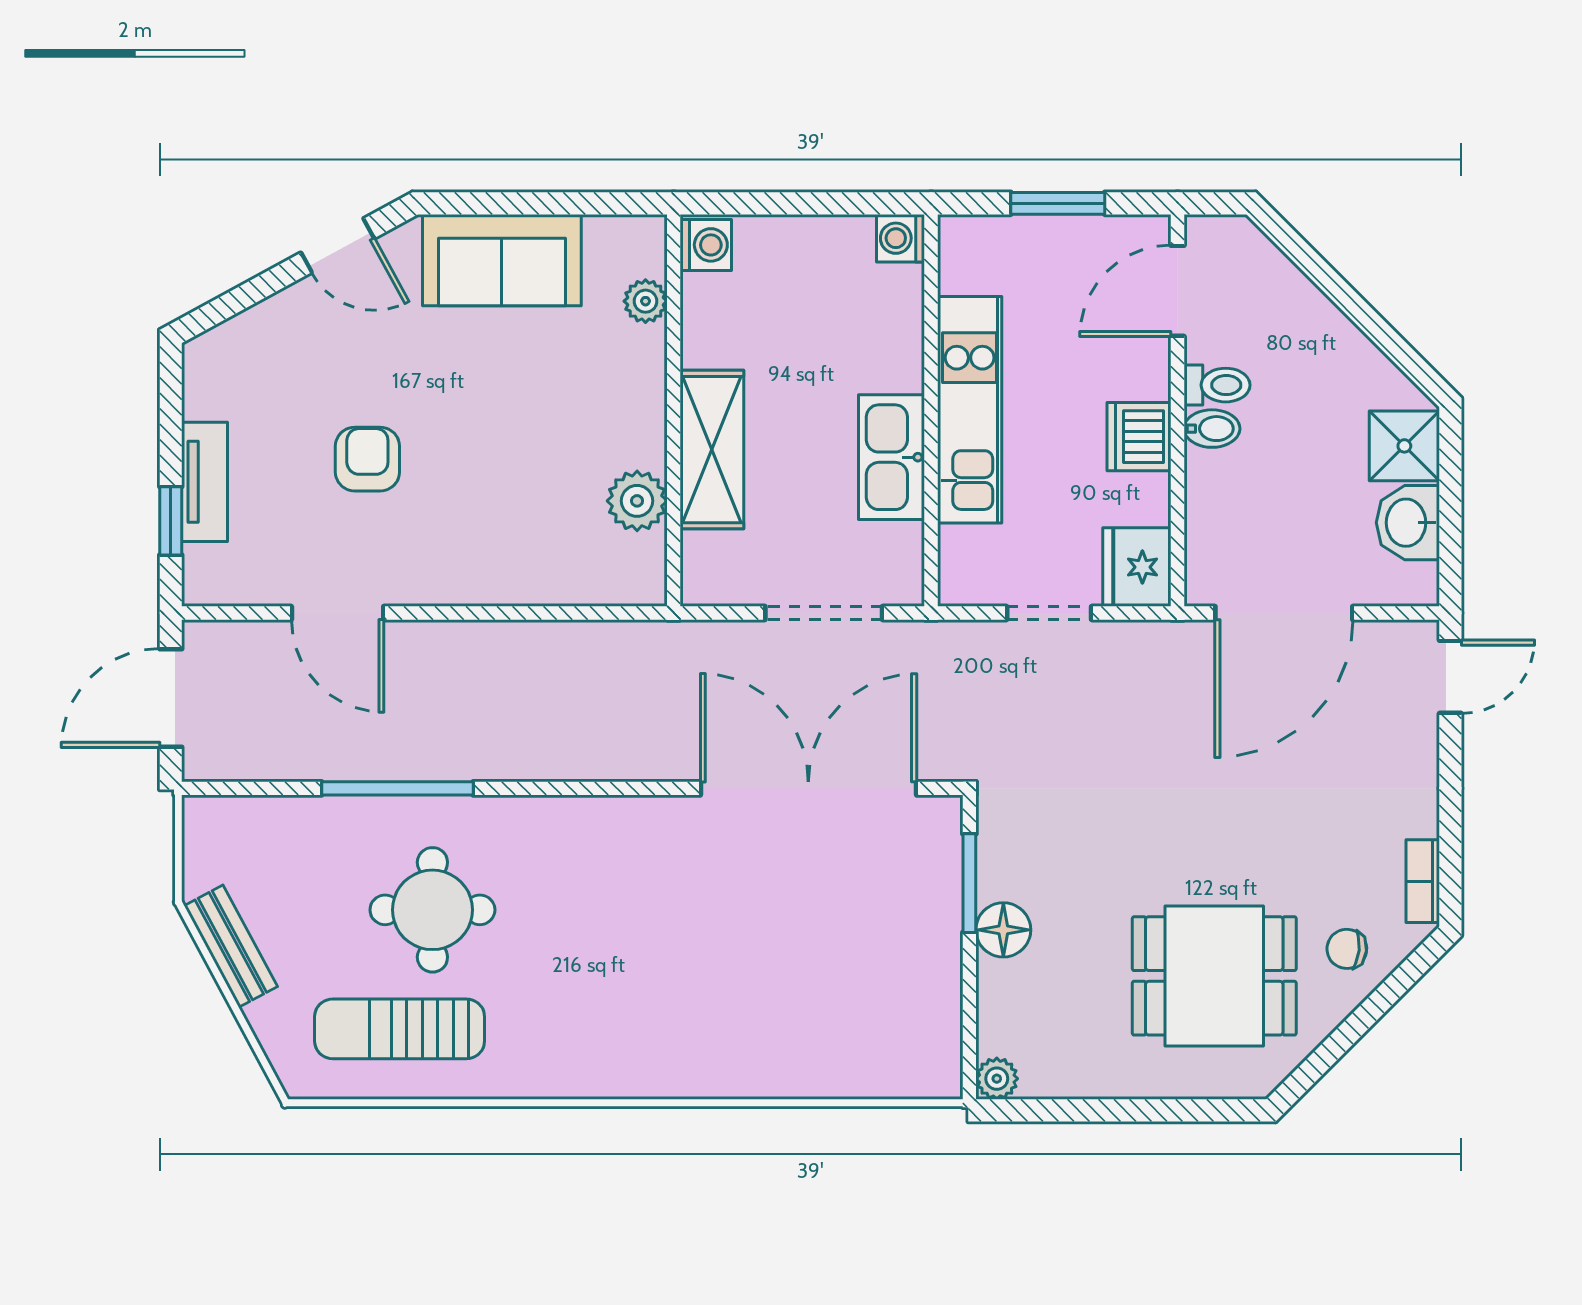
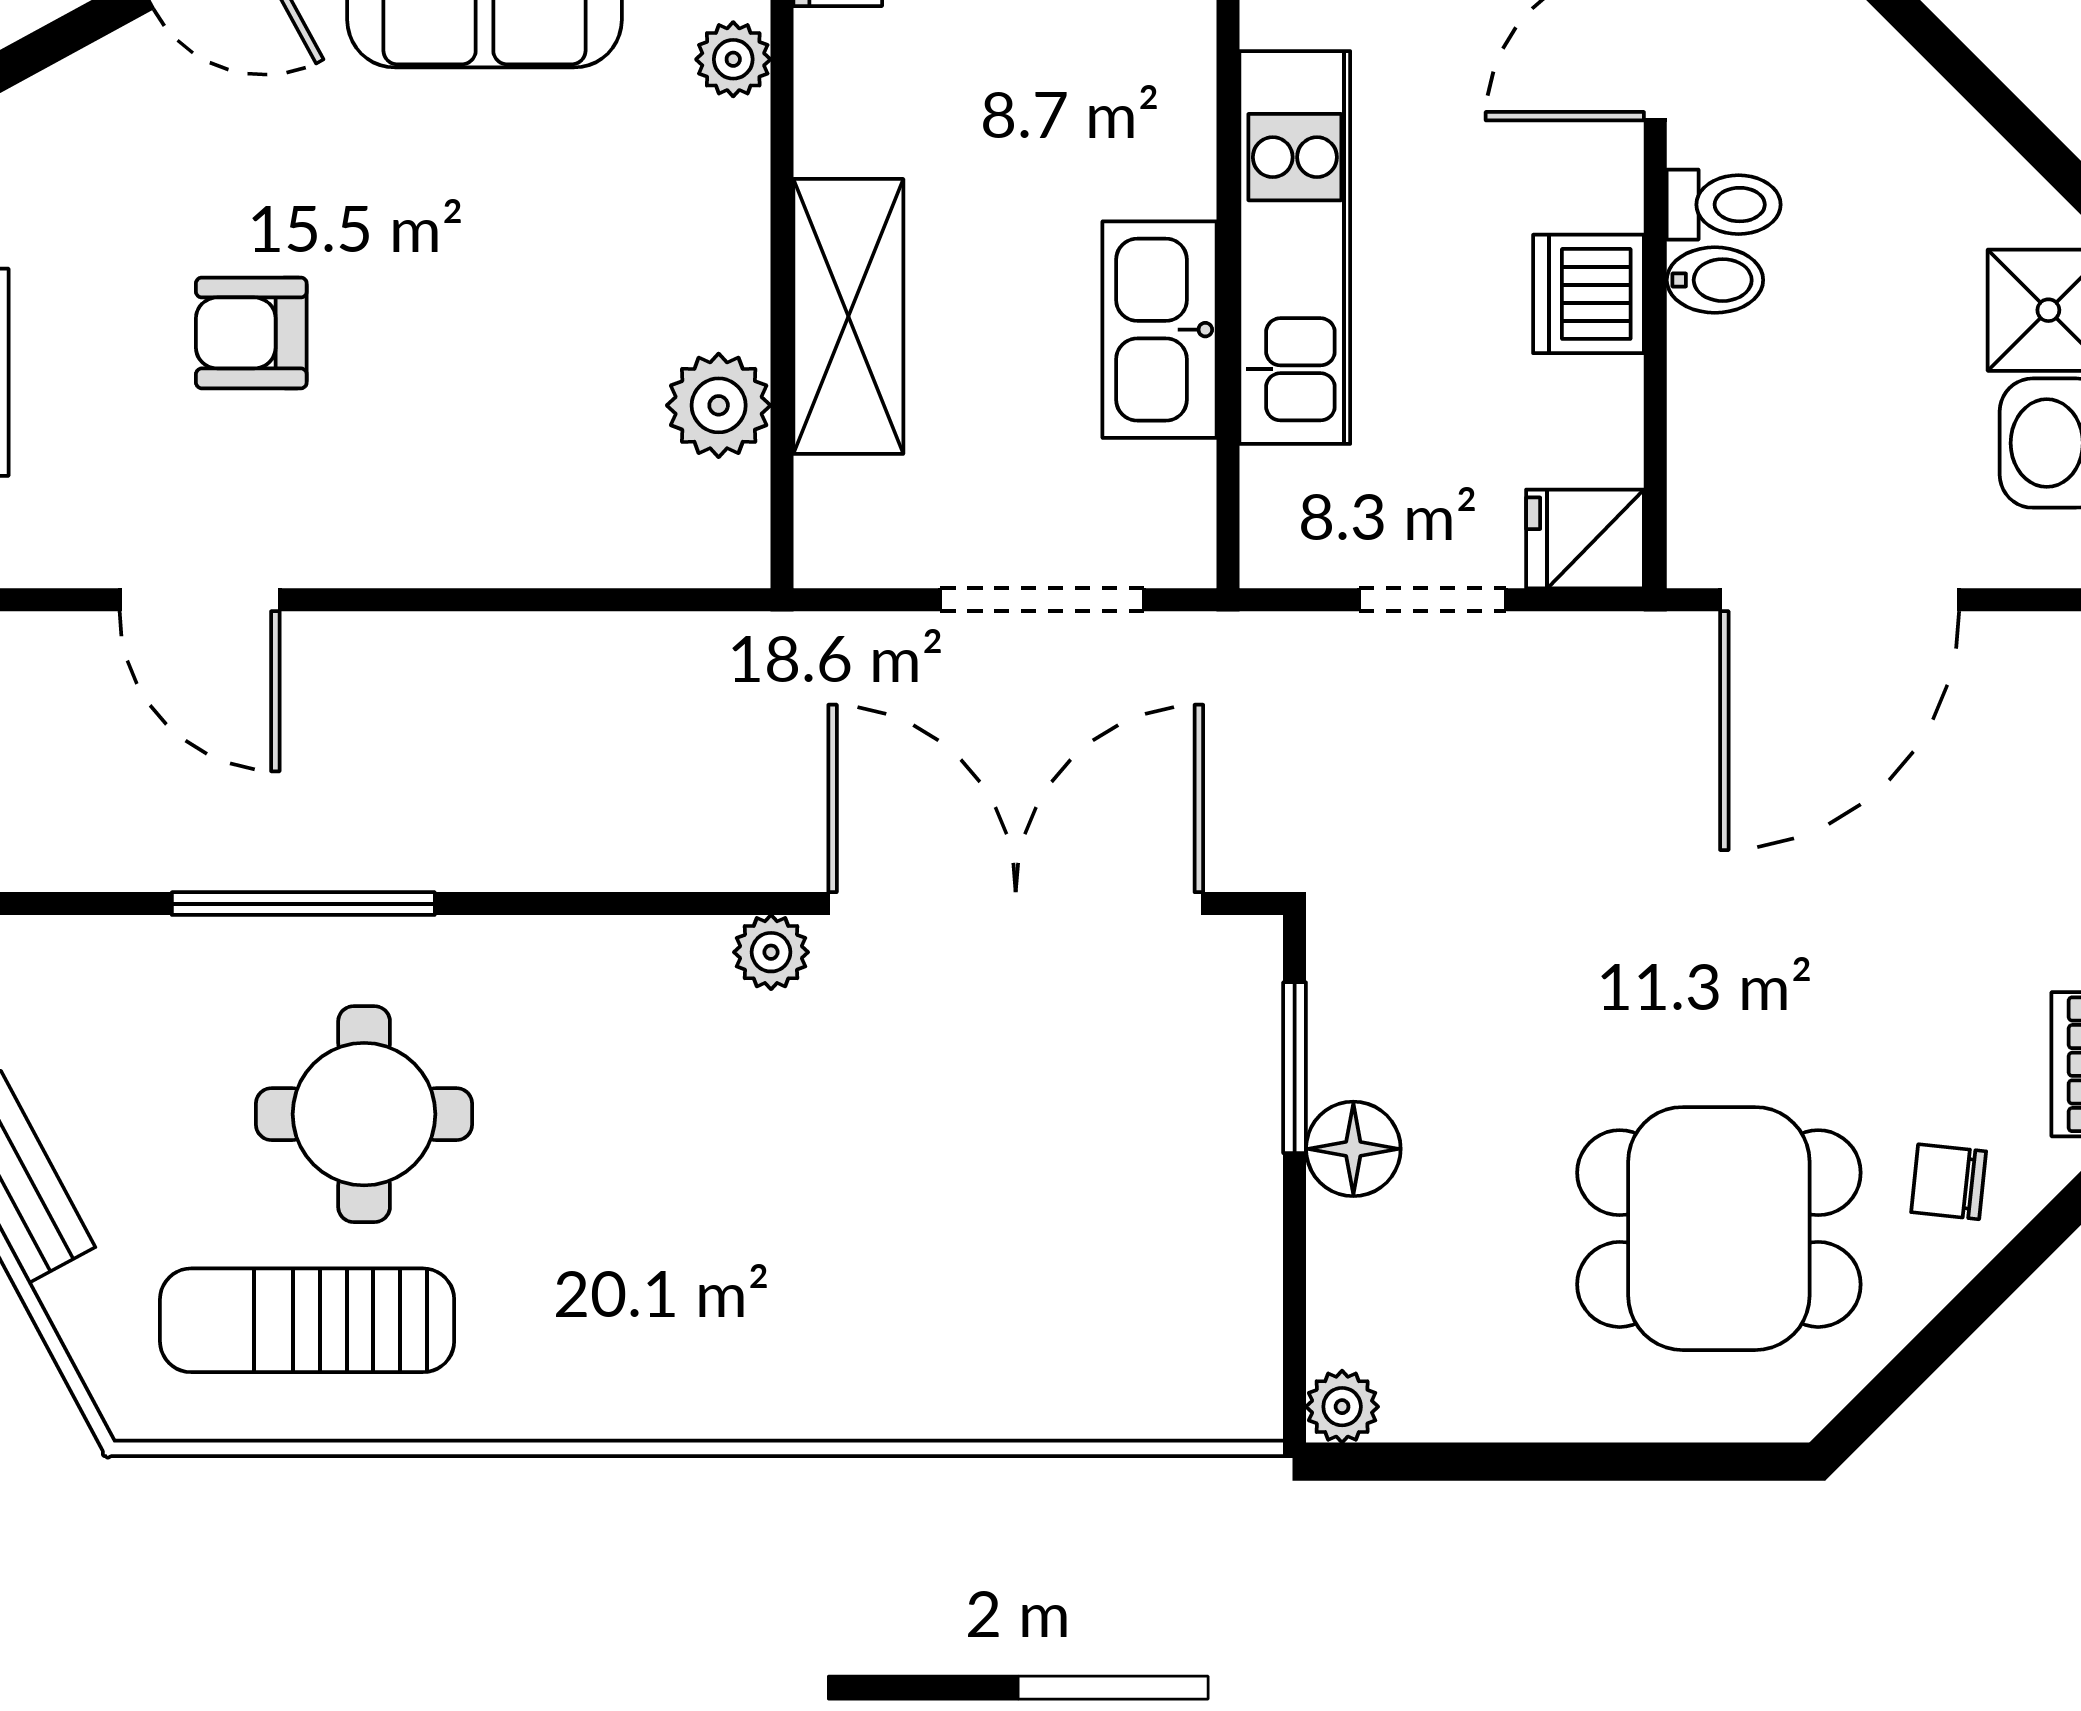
armchair: (367, 459) -> (251, 333), turned -90
fridge: (1137, 567) -> (1585, 539), width x0.72
plant: (667, 816) -> (771, 952), added

